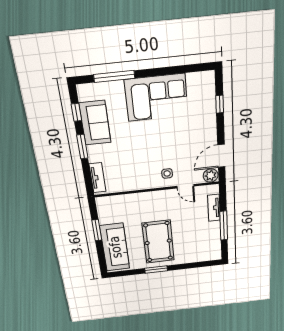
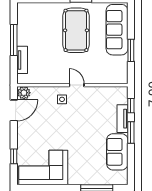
corner sofa: (156, 97) -> (43, 168), moved
window: (76, 112) -> (131, 106), moved
tv unit: (98, 178) -> (122, 119), moved
door: (185, 186) -> (77, 85), moved

